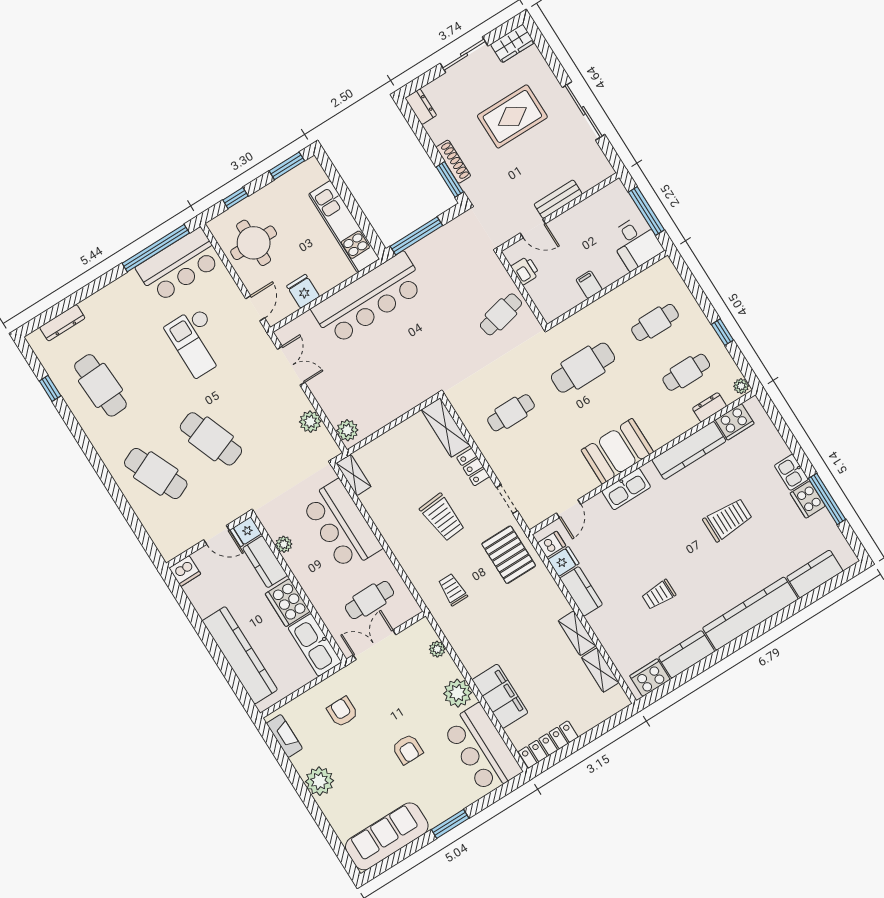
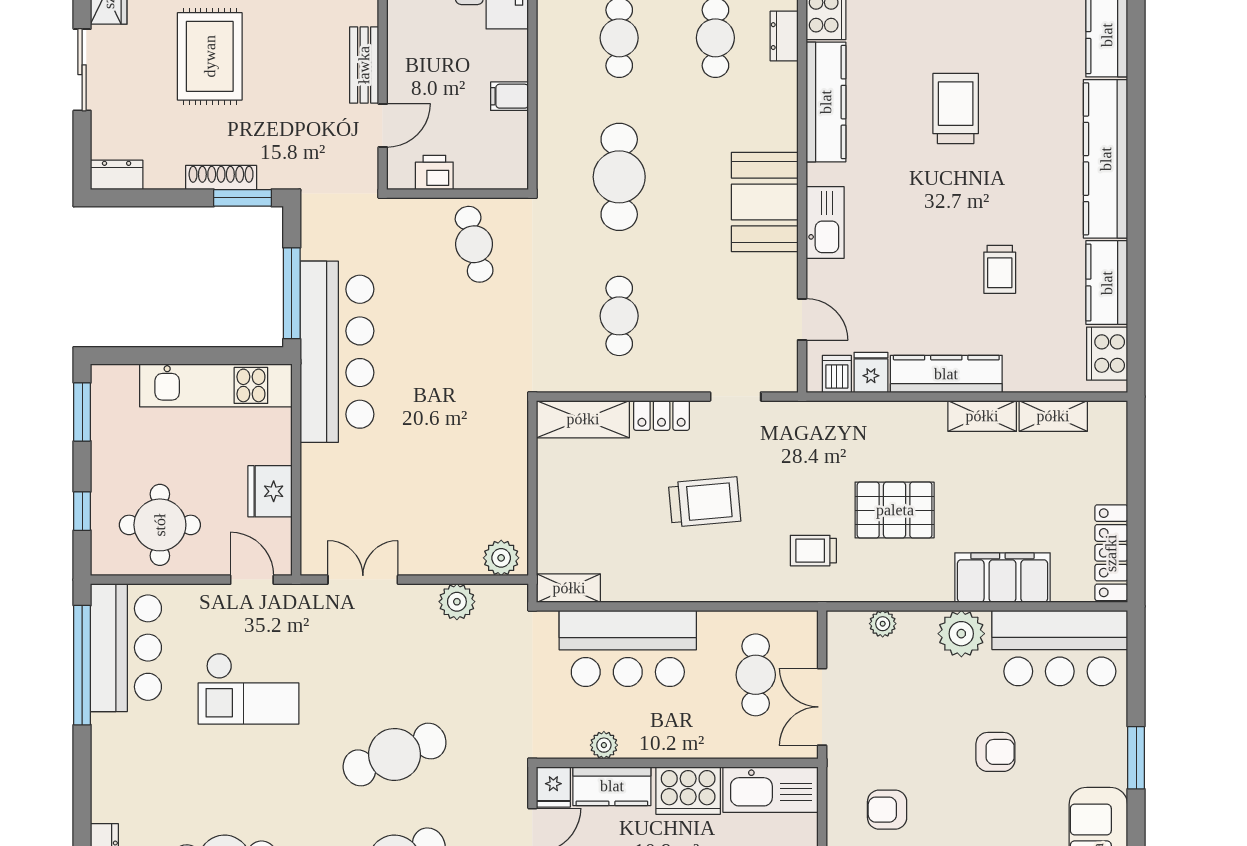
fridge: (303, 291) -> (270, 491), width x1.38
bar counter: (369, 298) -> (337, 352), moved
pallet: (509, 555) -> (895, 510), moved
kitchen counter: (581, 591) -> (946, 374), width x1.50

